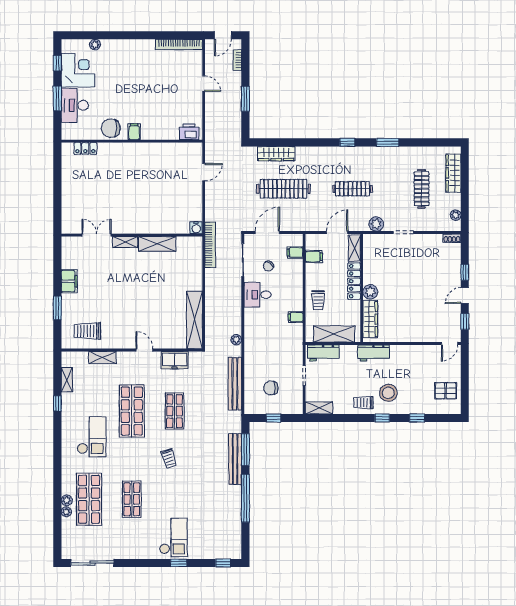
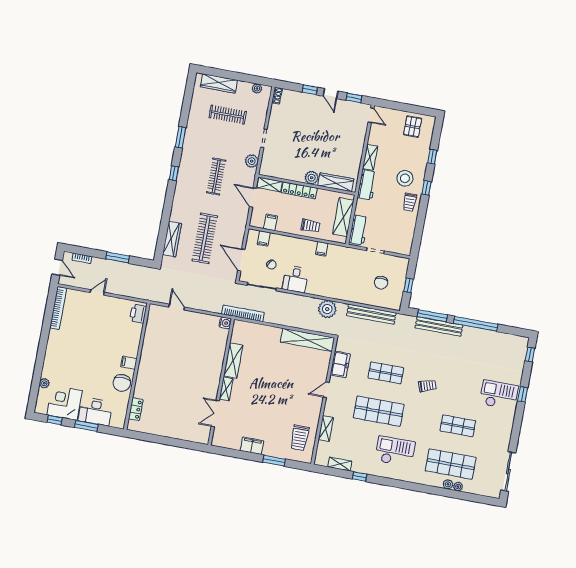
plant: (236, 340) -> (327, 309), width x1.88, depth x1.88
shelving: (319, 408) -> (370, 157), moved

